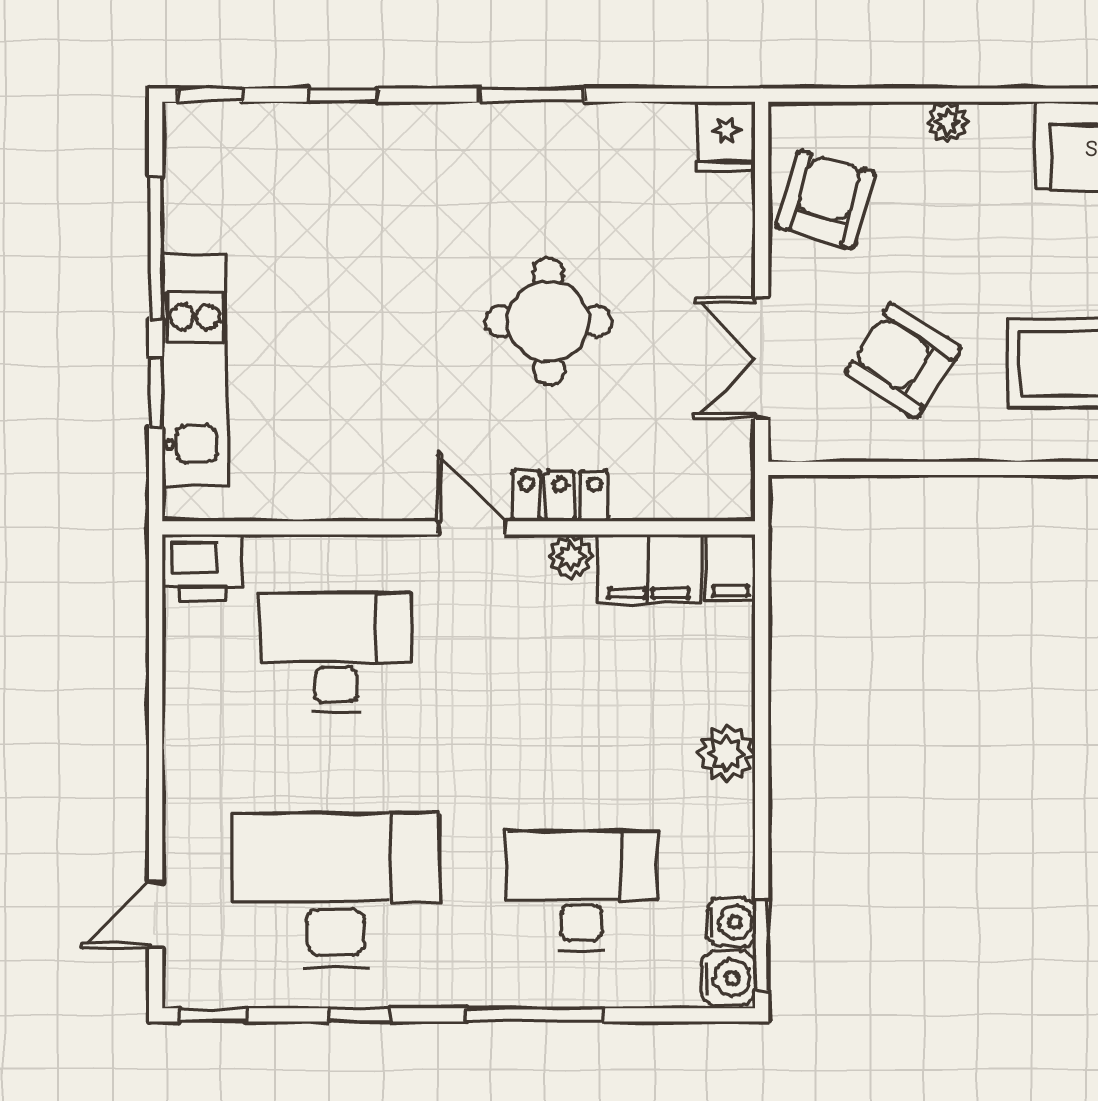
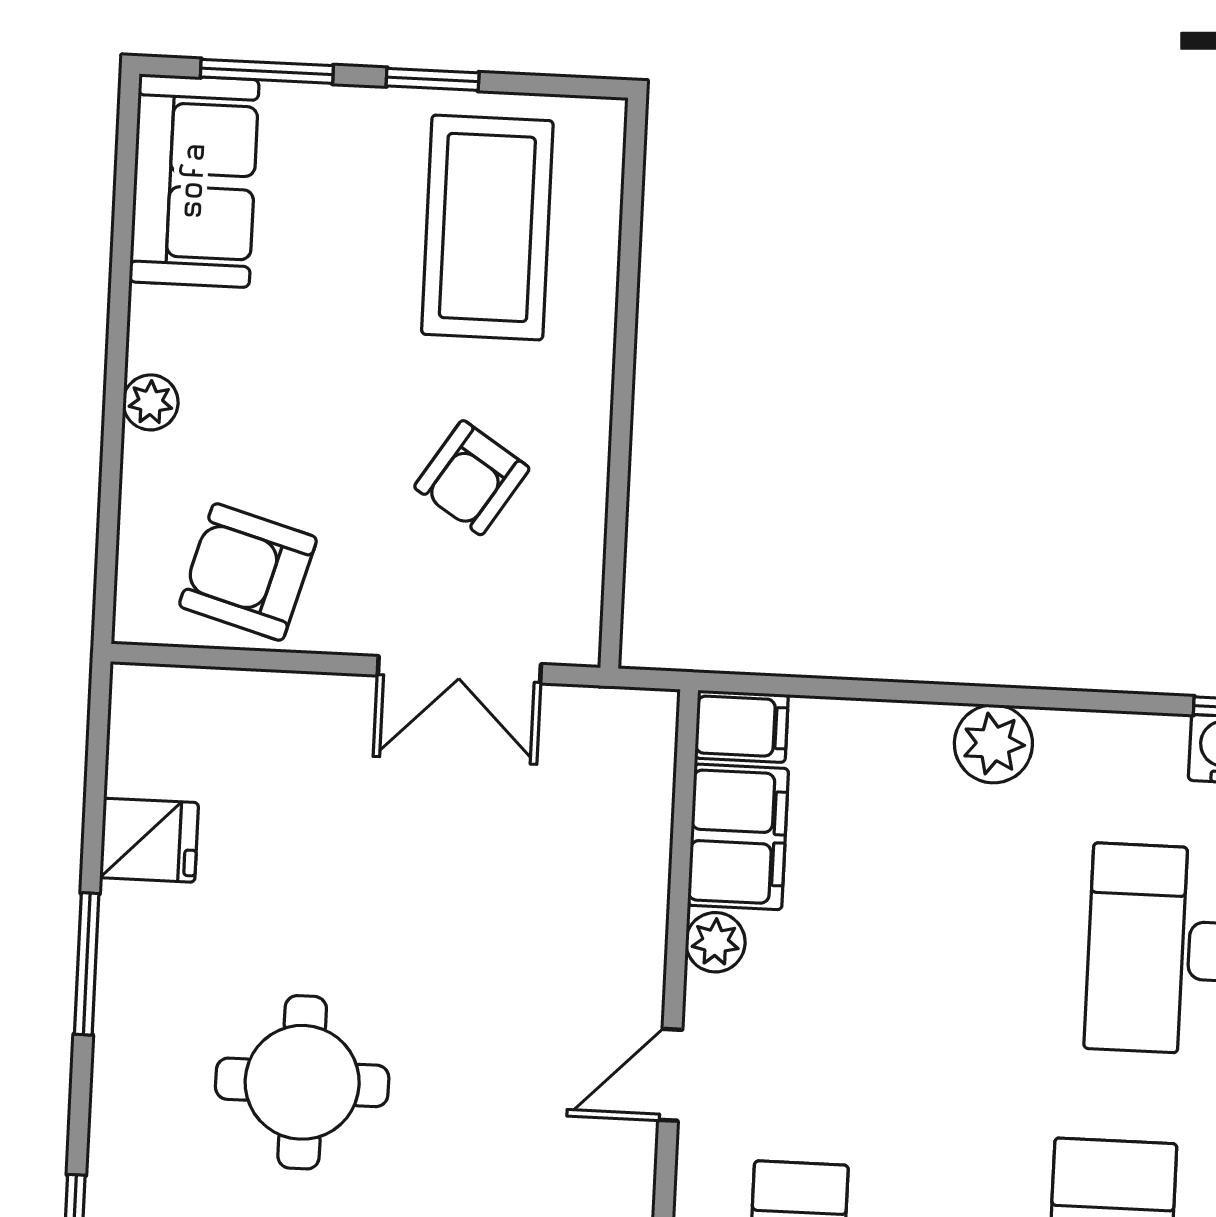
fridge: (726, 137) -> (149, 840), moved
round table: (548, 321) -> (302, 1082), moved
armchair: (903, 361) -> (472, 478), width x0.72, depth x0.72
locker: (560, 496) -> (633, 952), removed

